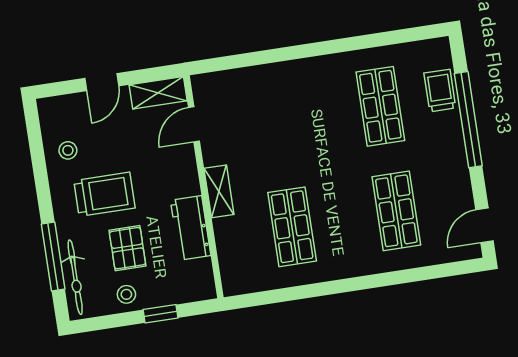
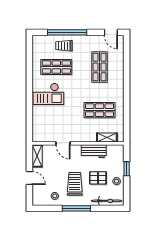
trolley: (440, 90) -> (64, 46), moved
checkout: (312, 97) -> (48, 94), added
door: (194, 124) -> (63, 143), moved
shelving: (219, 191) -> (107, 137), moved
shop shelf: (396, 211) -> (100, 67), turned 90
window: (53, 256) -> (76, 208), moved

